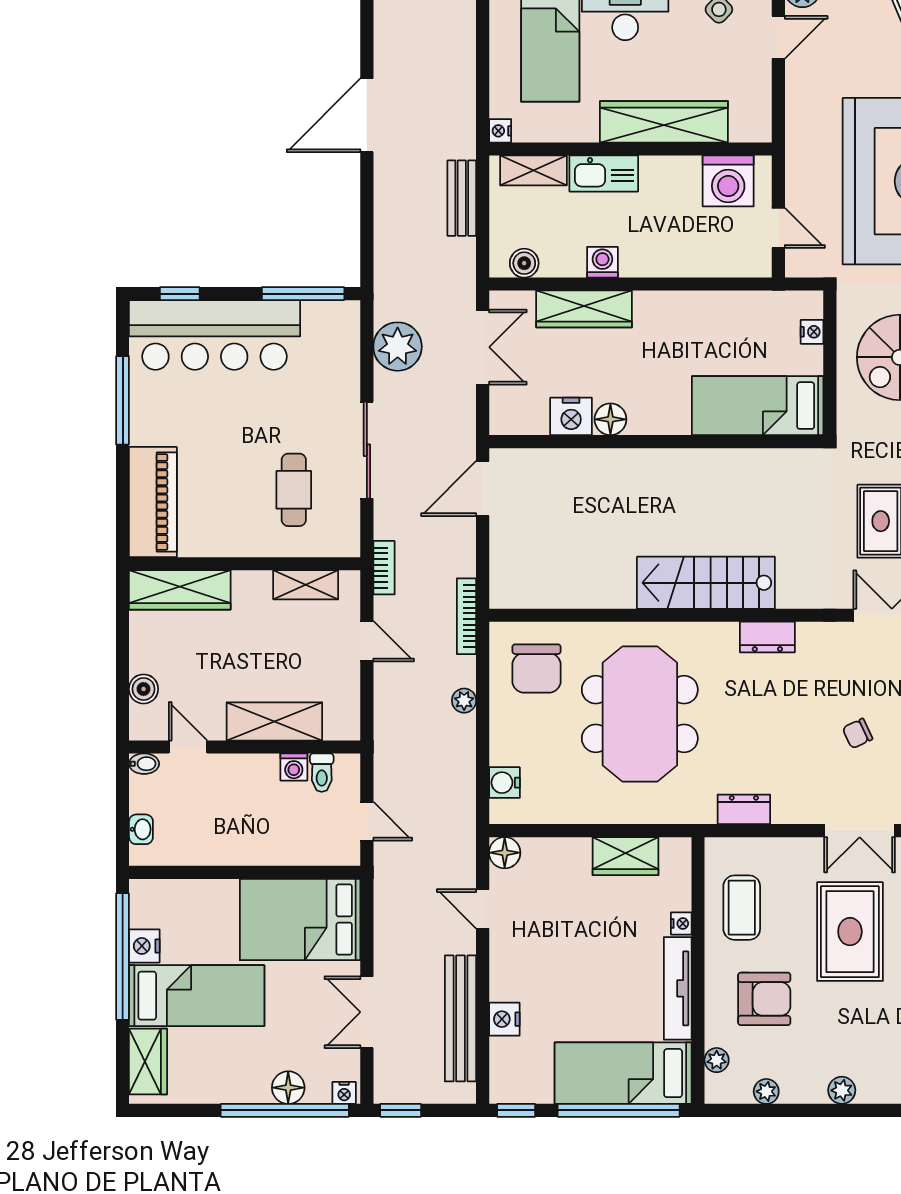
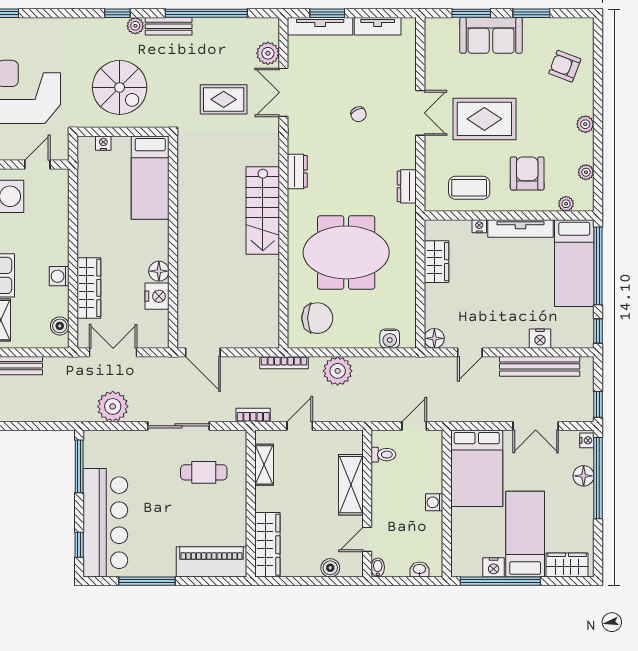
plant: (464, 701) -> (338, 371), width x1.88, depth x1.88
washing machine: (294, 767) -> (434, 502), moved, turned 180

